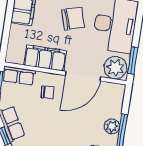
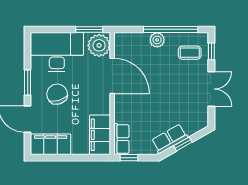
filing cabinet: (45, 58) -> (100, 135), moved
chair: (48, 92) -> (133, 108), removed

